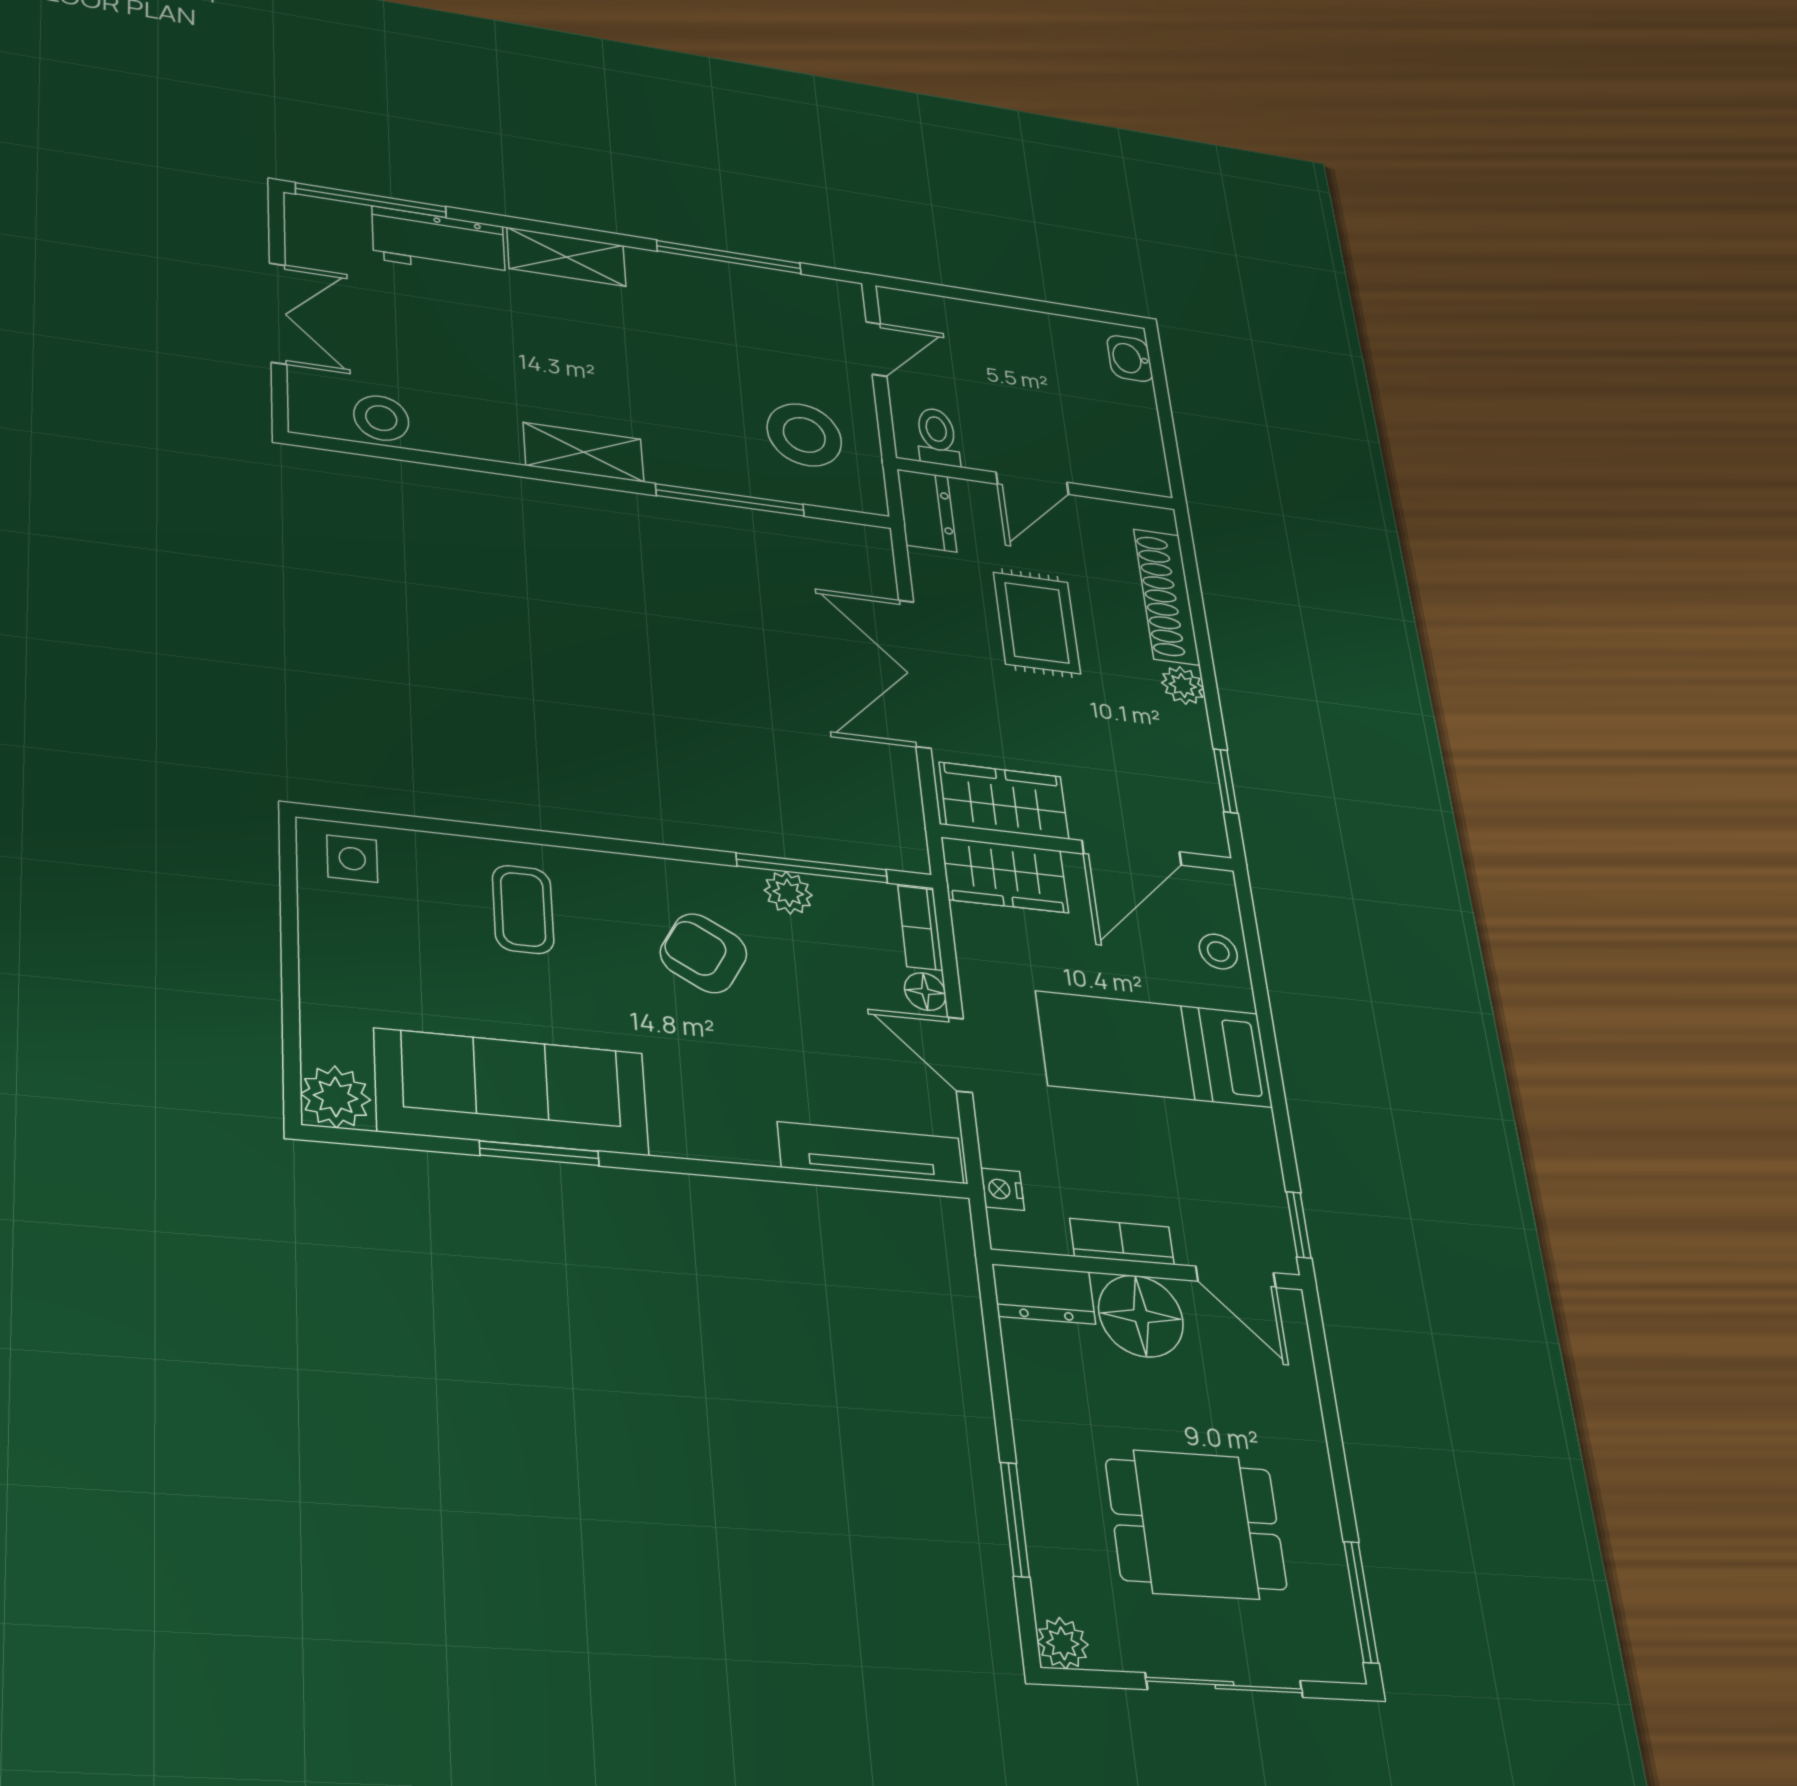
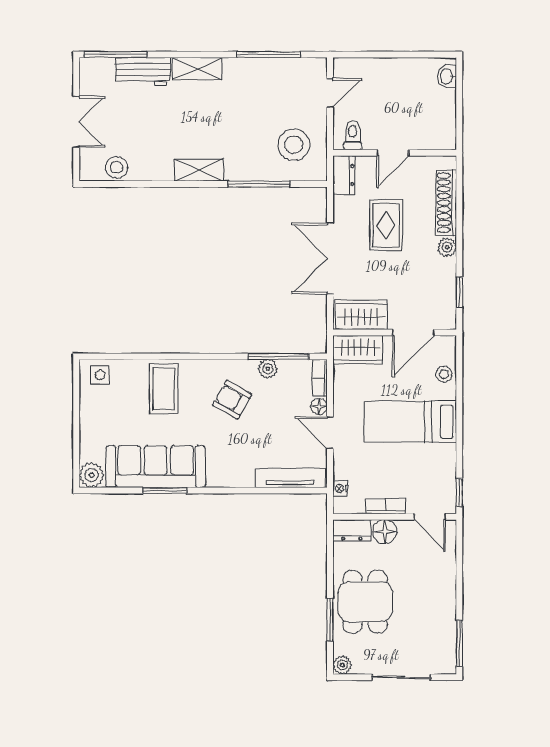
coffee table: (523, 909) -> (164, 389), width x1.36, depth x1.30
floor lamp: (1141, 1316) -> (385, 532), width x0.73, depth x0.73
dining table: (1196, 1524) -> (365, 602), moved, turned 90

